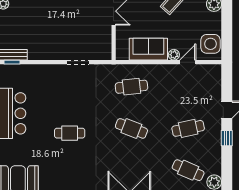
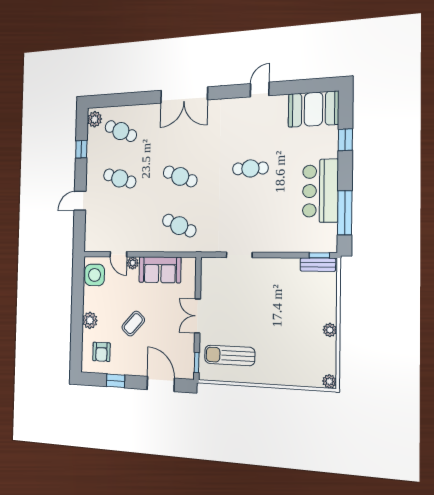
door: (188, 62) -> (118, 254), hinge flipped
cafe table: (131, 87) -> (179, 226), turned 30
cafe table: (188, 128) -> (120, 178), turned 30
window: (227, 138) -> (81, 149), moved

